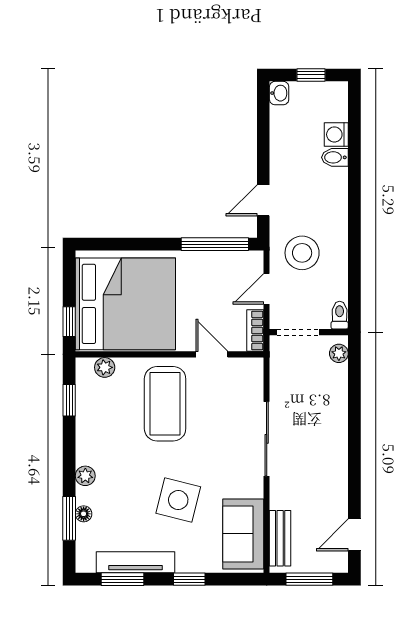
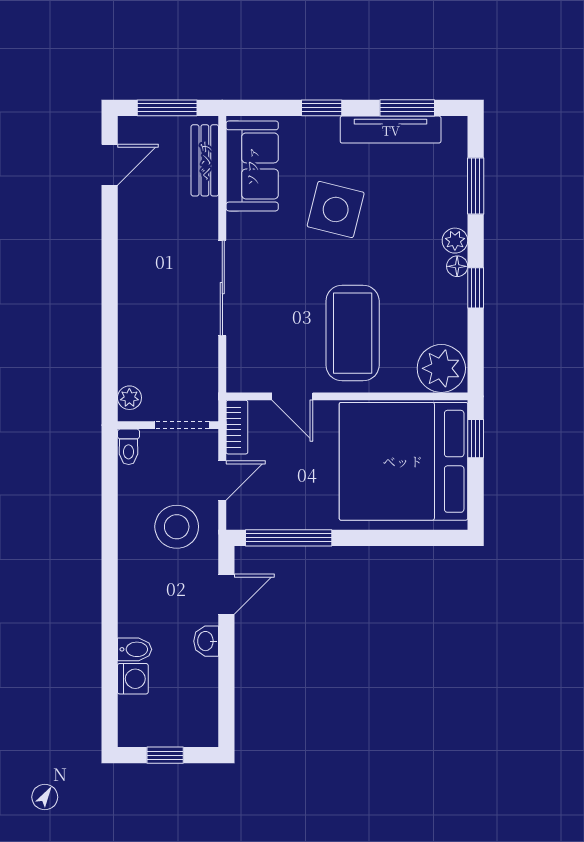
washbasin: (279, 93) -> (206, 641), moved
plant: (105, 367) -> (441, 368), width x1.88, depth x1.88
window: (69, 400) -> (476, 288), moved
floor lamp: (84, 514) -> (457, 266), moved

